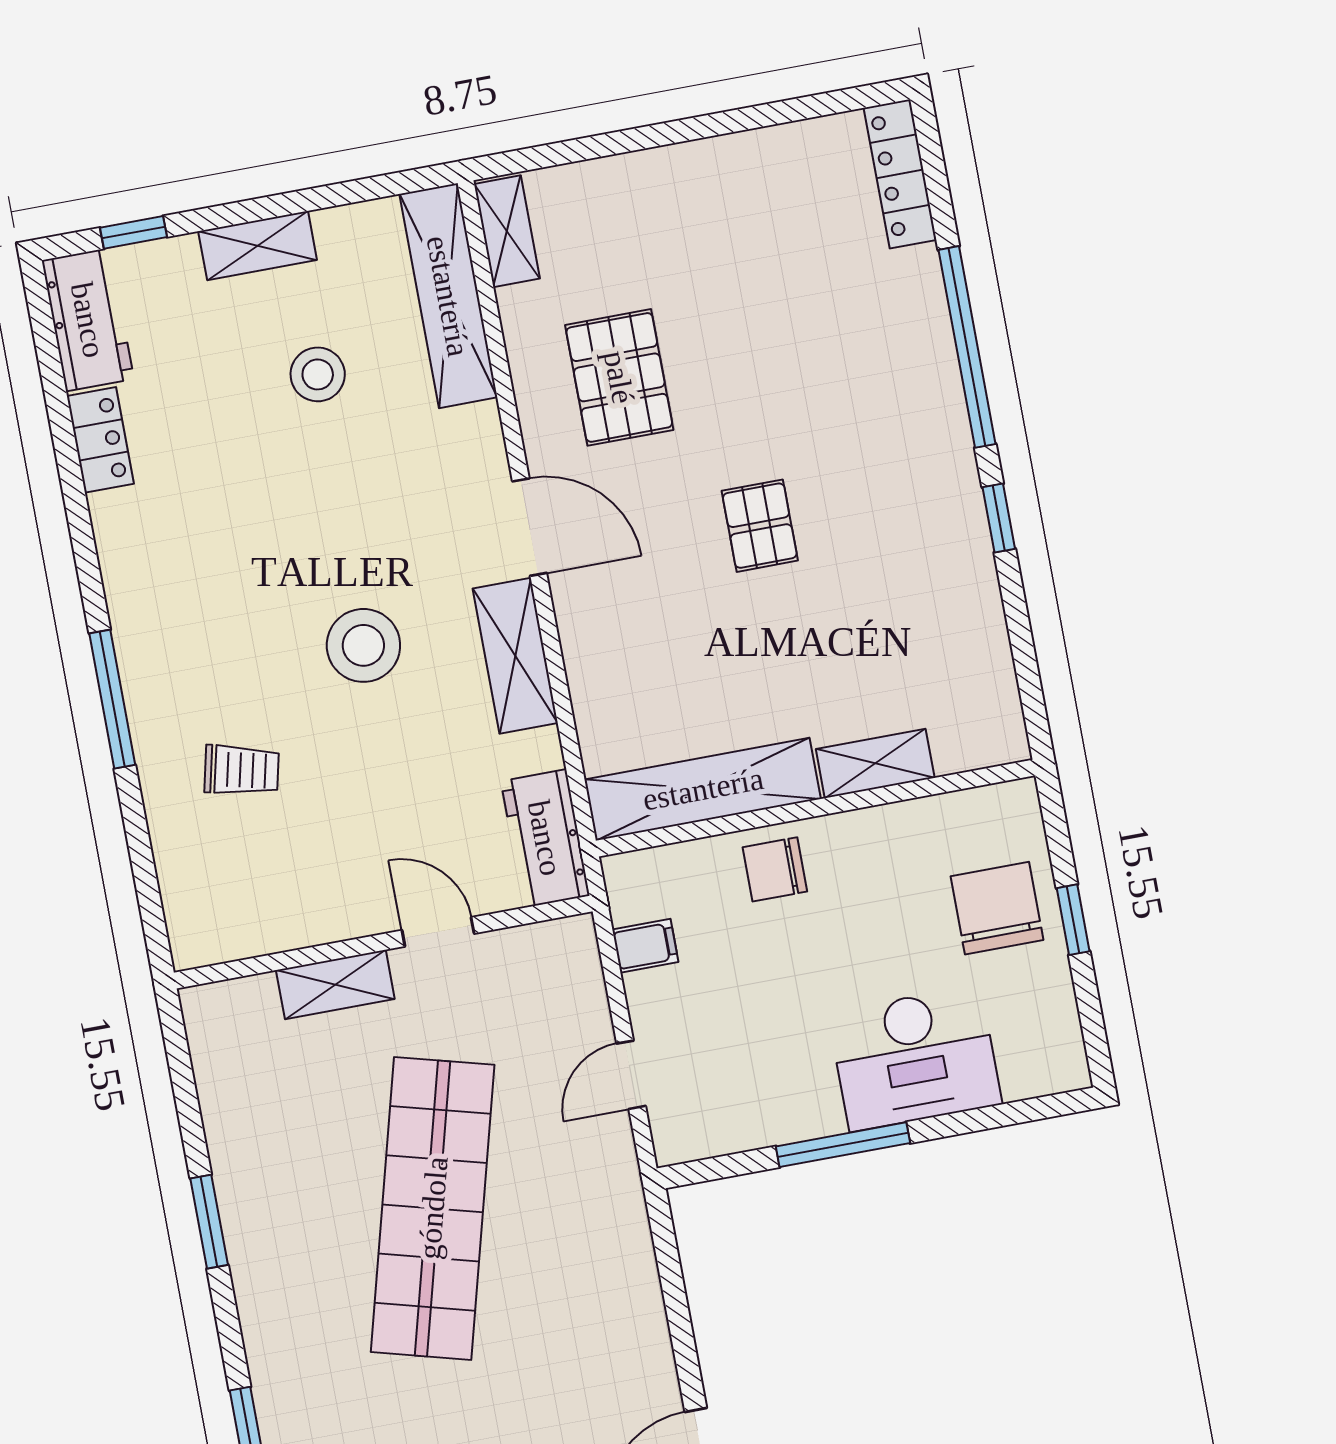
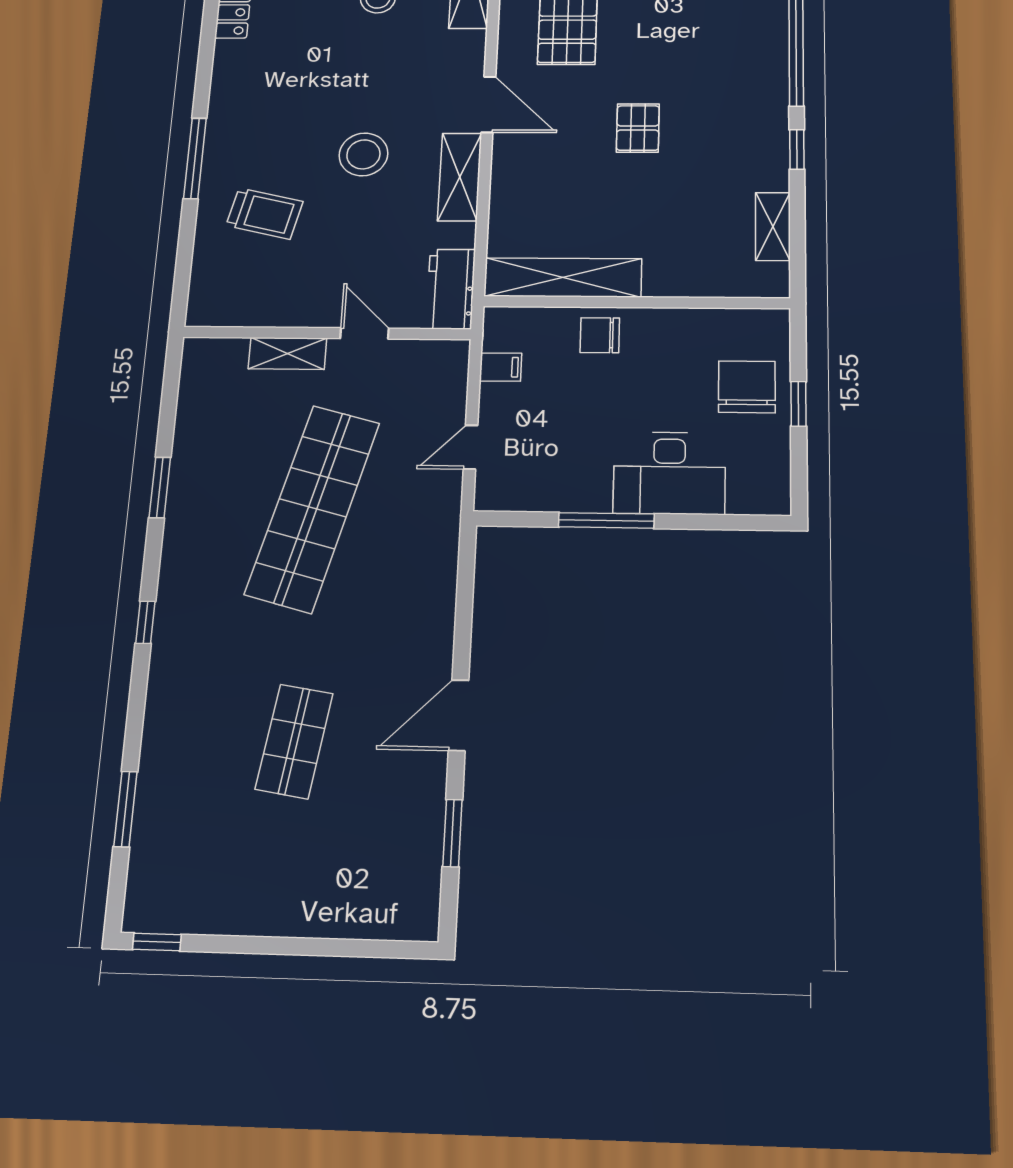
shelving: (875, 763) -> (773, 226), moved, turned 90
trolley: (242, 770) -> (264, 214), width x1.36, depth x1.39

